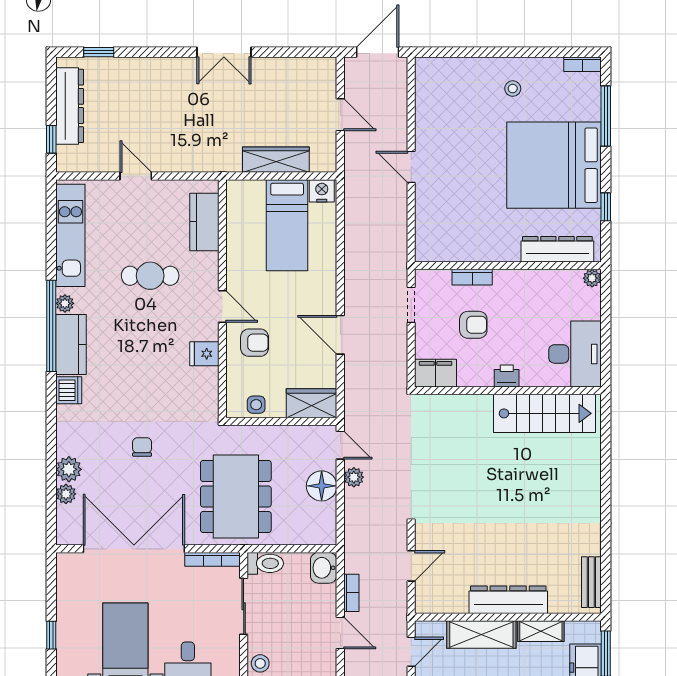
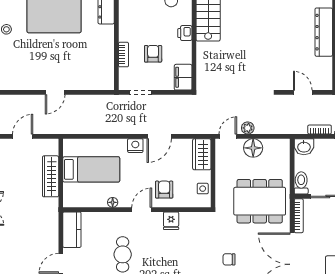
nightstand: (322, 191) -> (135, 146), moved, turned 90
kitchen counter: (204, 222) -> (72, 230), moved, turned -90
floor lamp: (234, 260) -> (113, 202), added

